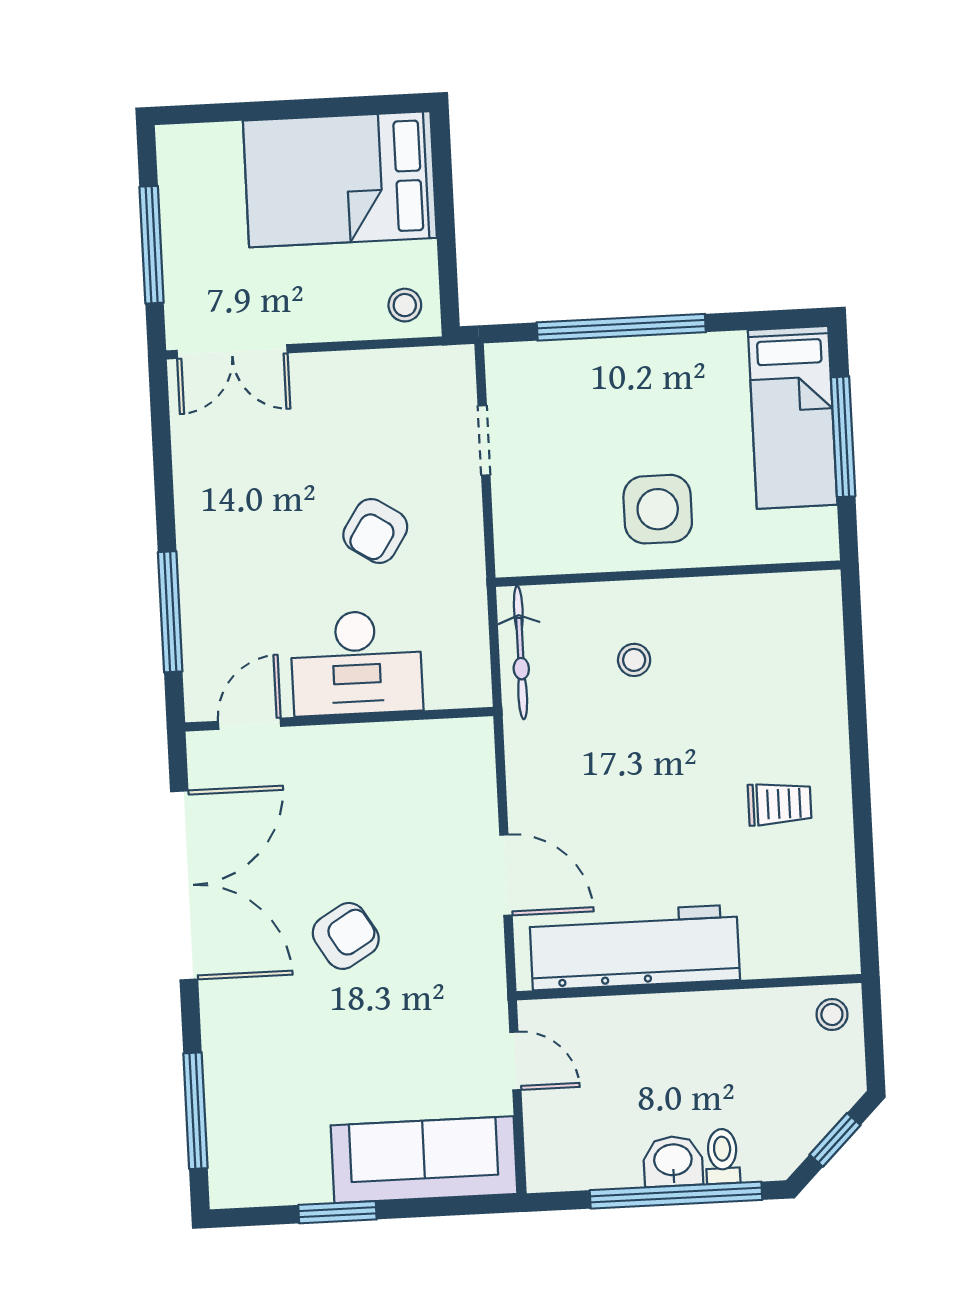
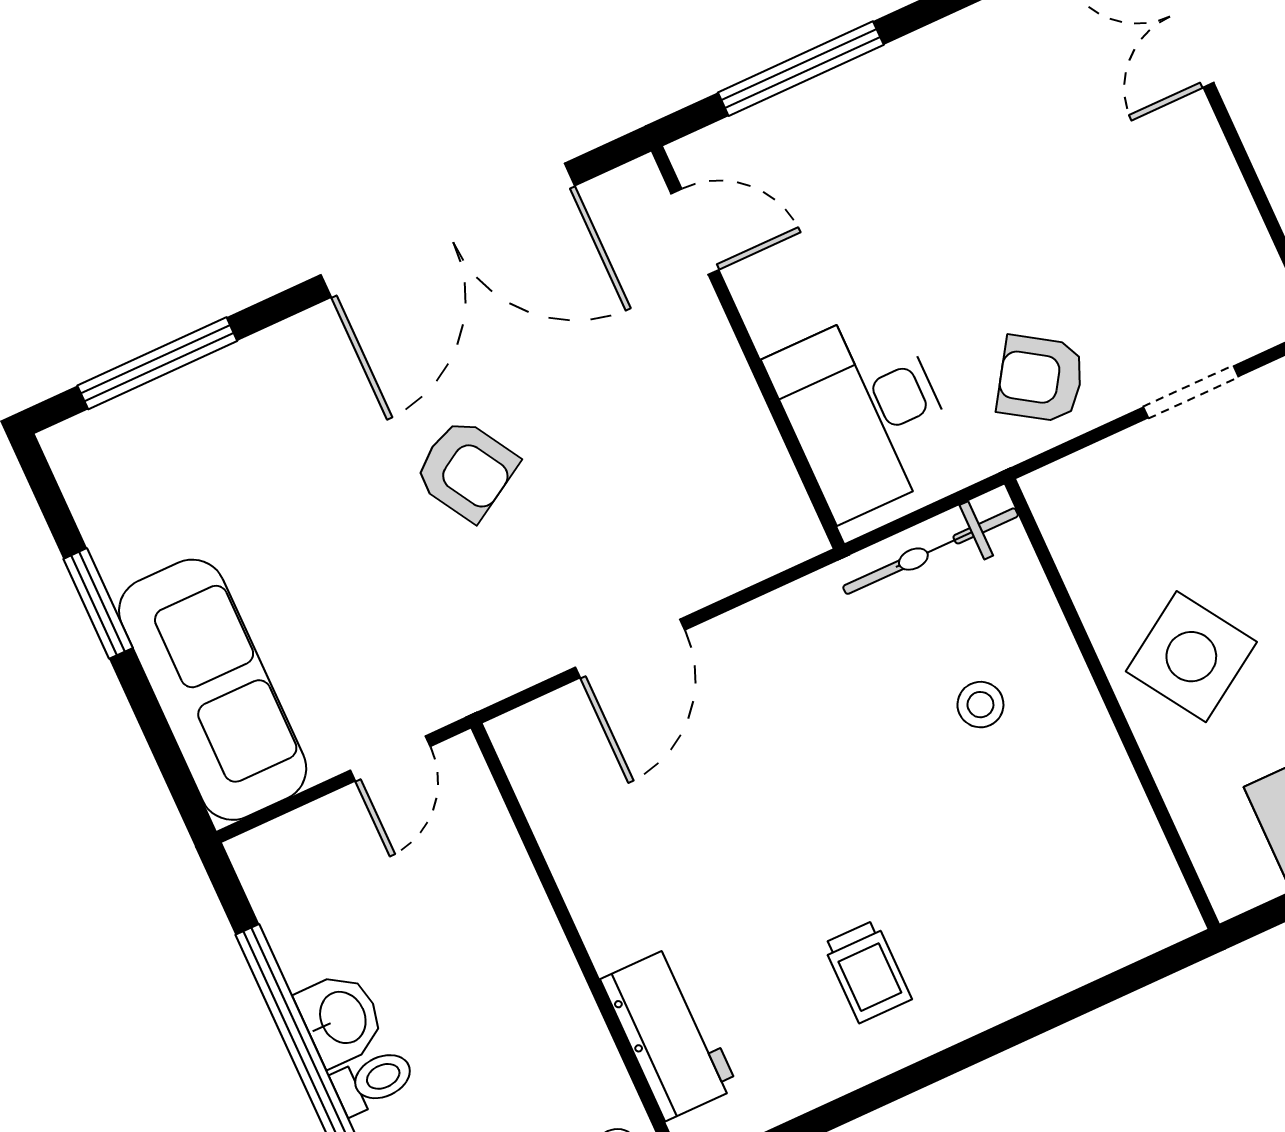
side table: (658, 509) -> (1191, 657), turned -33
armchair: (375, 531) -> (1041, 379), moved
desk: (356, 663) -> (864, 413), moved
workbench: (635, 947) -> (669, 1033), moved, width x0.53, depth x0.76

